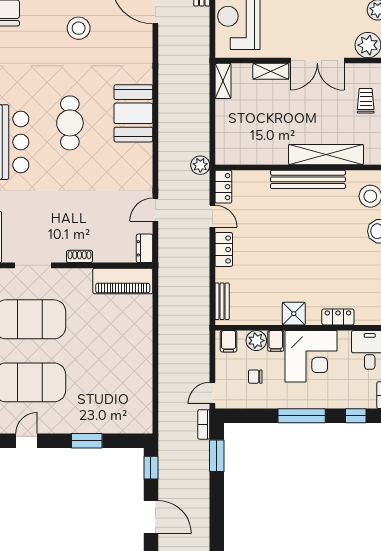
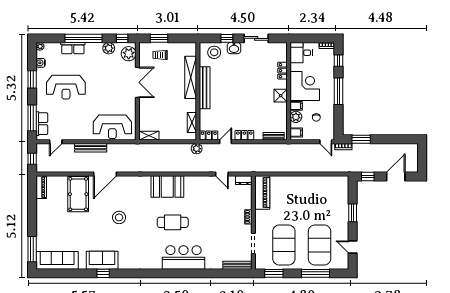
shelving: (271, 71) -> (192, 122), moved

